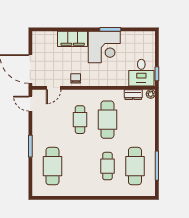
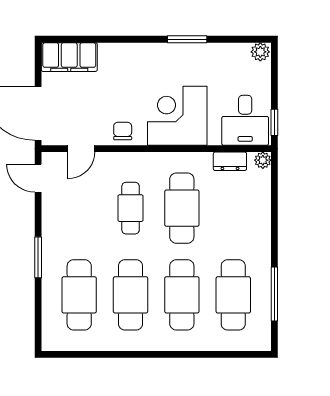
plant: (149, 36) -> (260, 52), added
filing cabinet: (73, 39) -> (69, 57), moved
corner desk: (104, 47) -> (177, 116), moved, turned 180
cafe table: (80, 166) -> (131, 295), added
cafe table: (107, 166) -> (182, 295), width x1.37, depth x1.35

